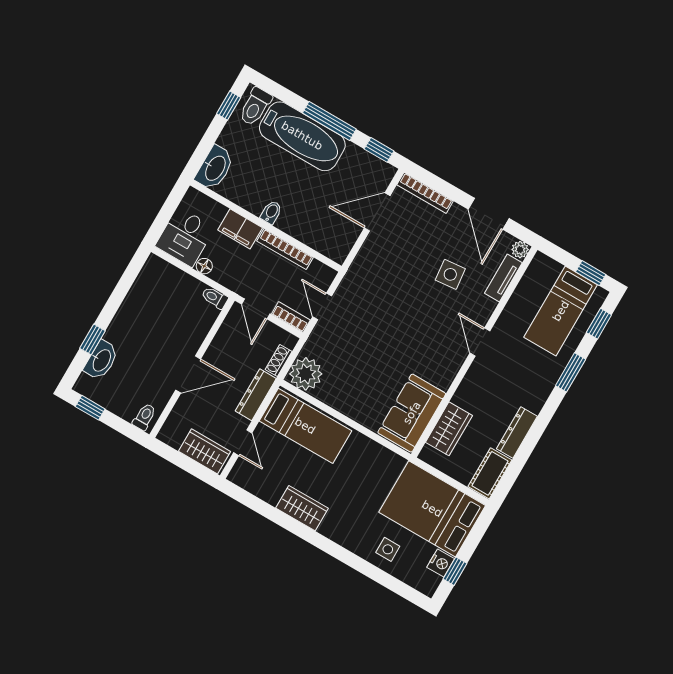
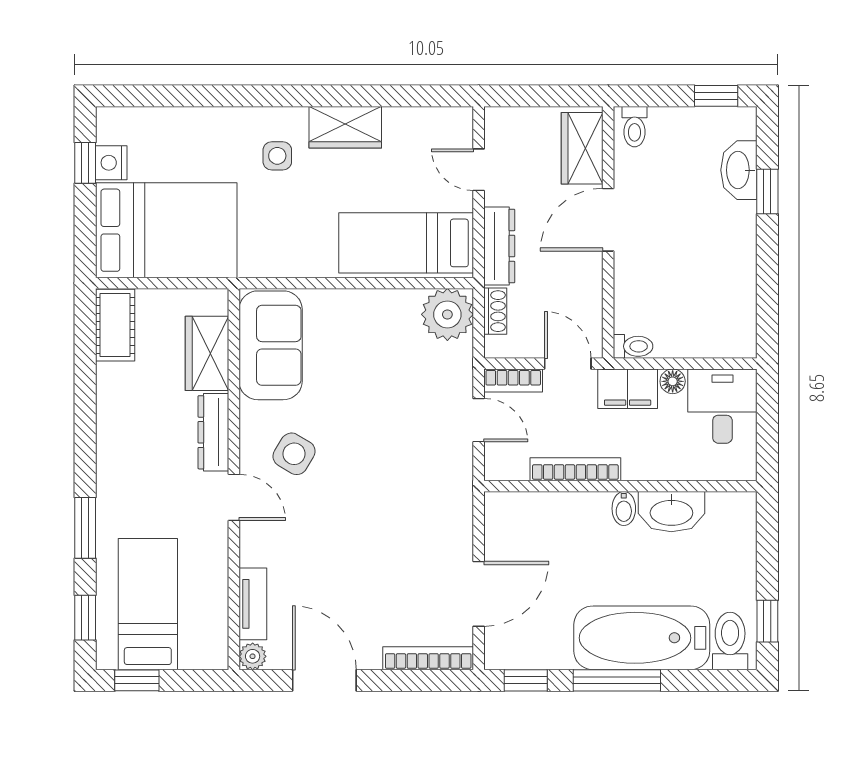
washbasin: (215, 168) -> (671, 512), moved, turned -90
filing cabinet: (240, 229) -> (628, 389), moved, turned 180
side table: (450, 274) -> (294, 454), moved, turned 37
dresser: (517, 433) -> (213, 432), moved, turned 180
wardrobe: (204, 451) -> (582, 148), moved, turned 90
side table: (388, 549) -> (277, 156), moved

